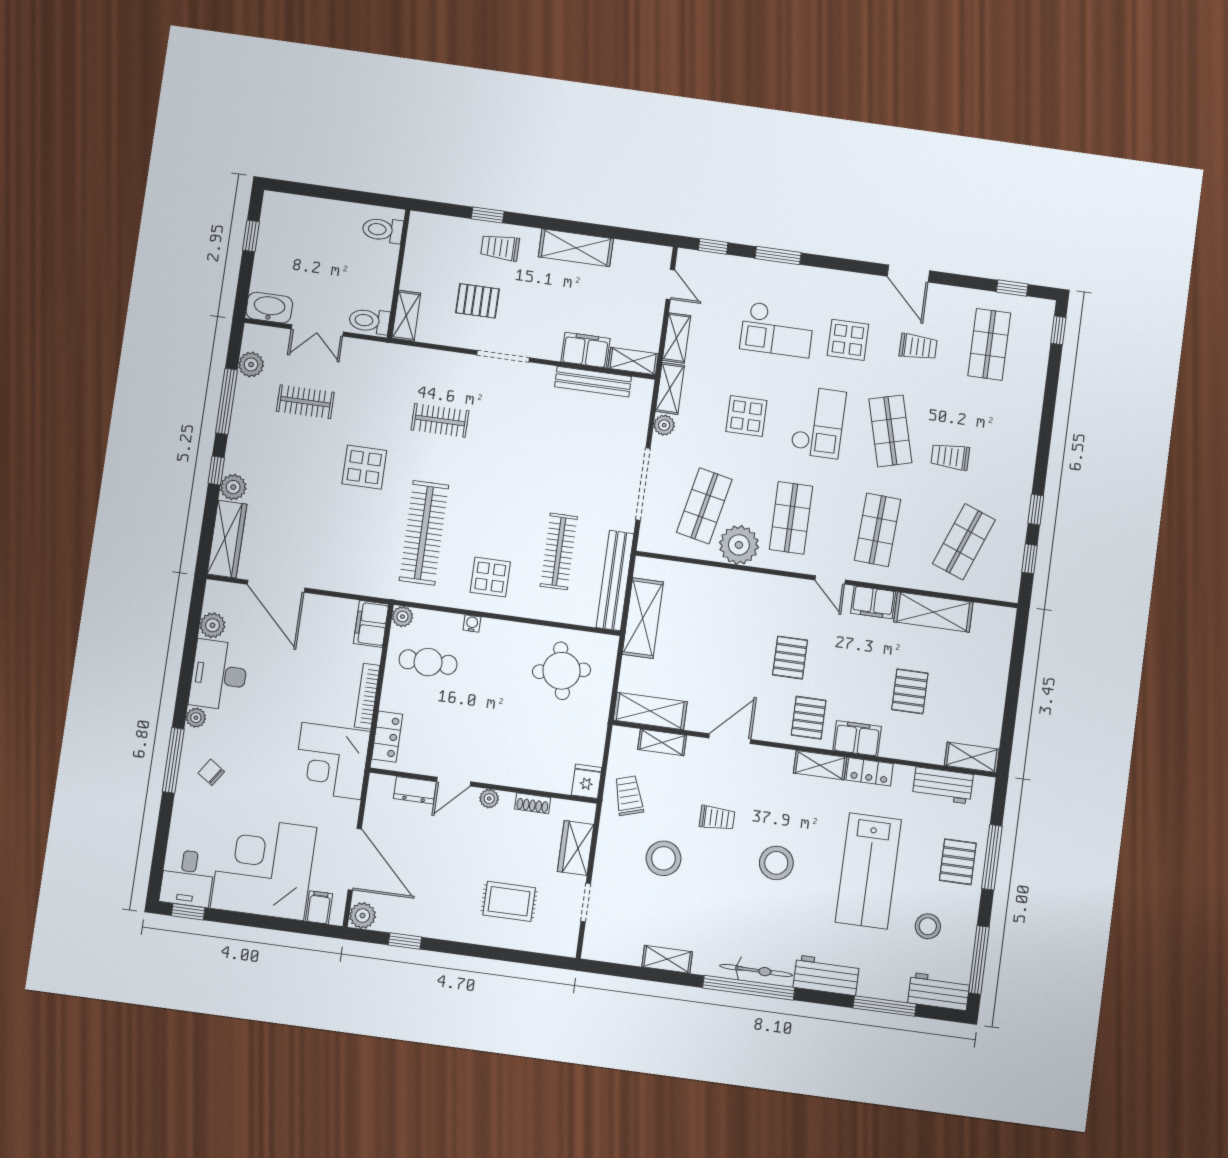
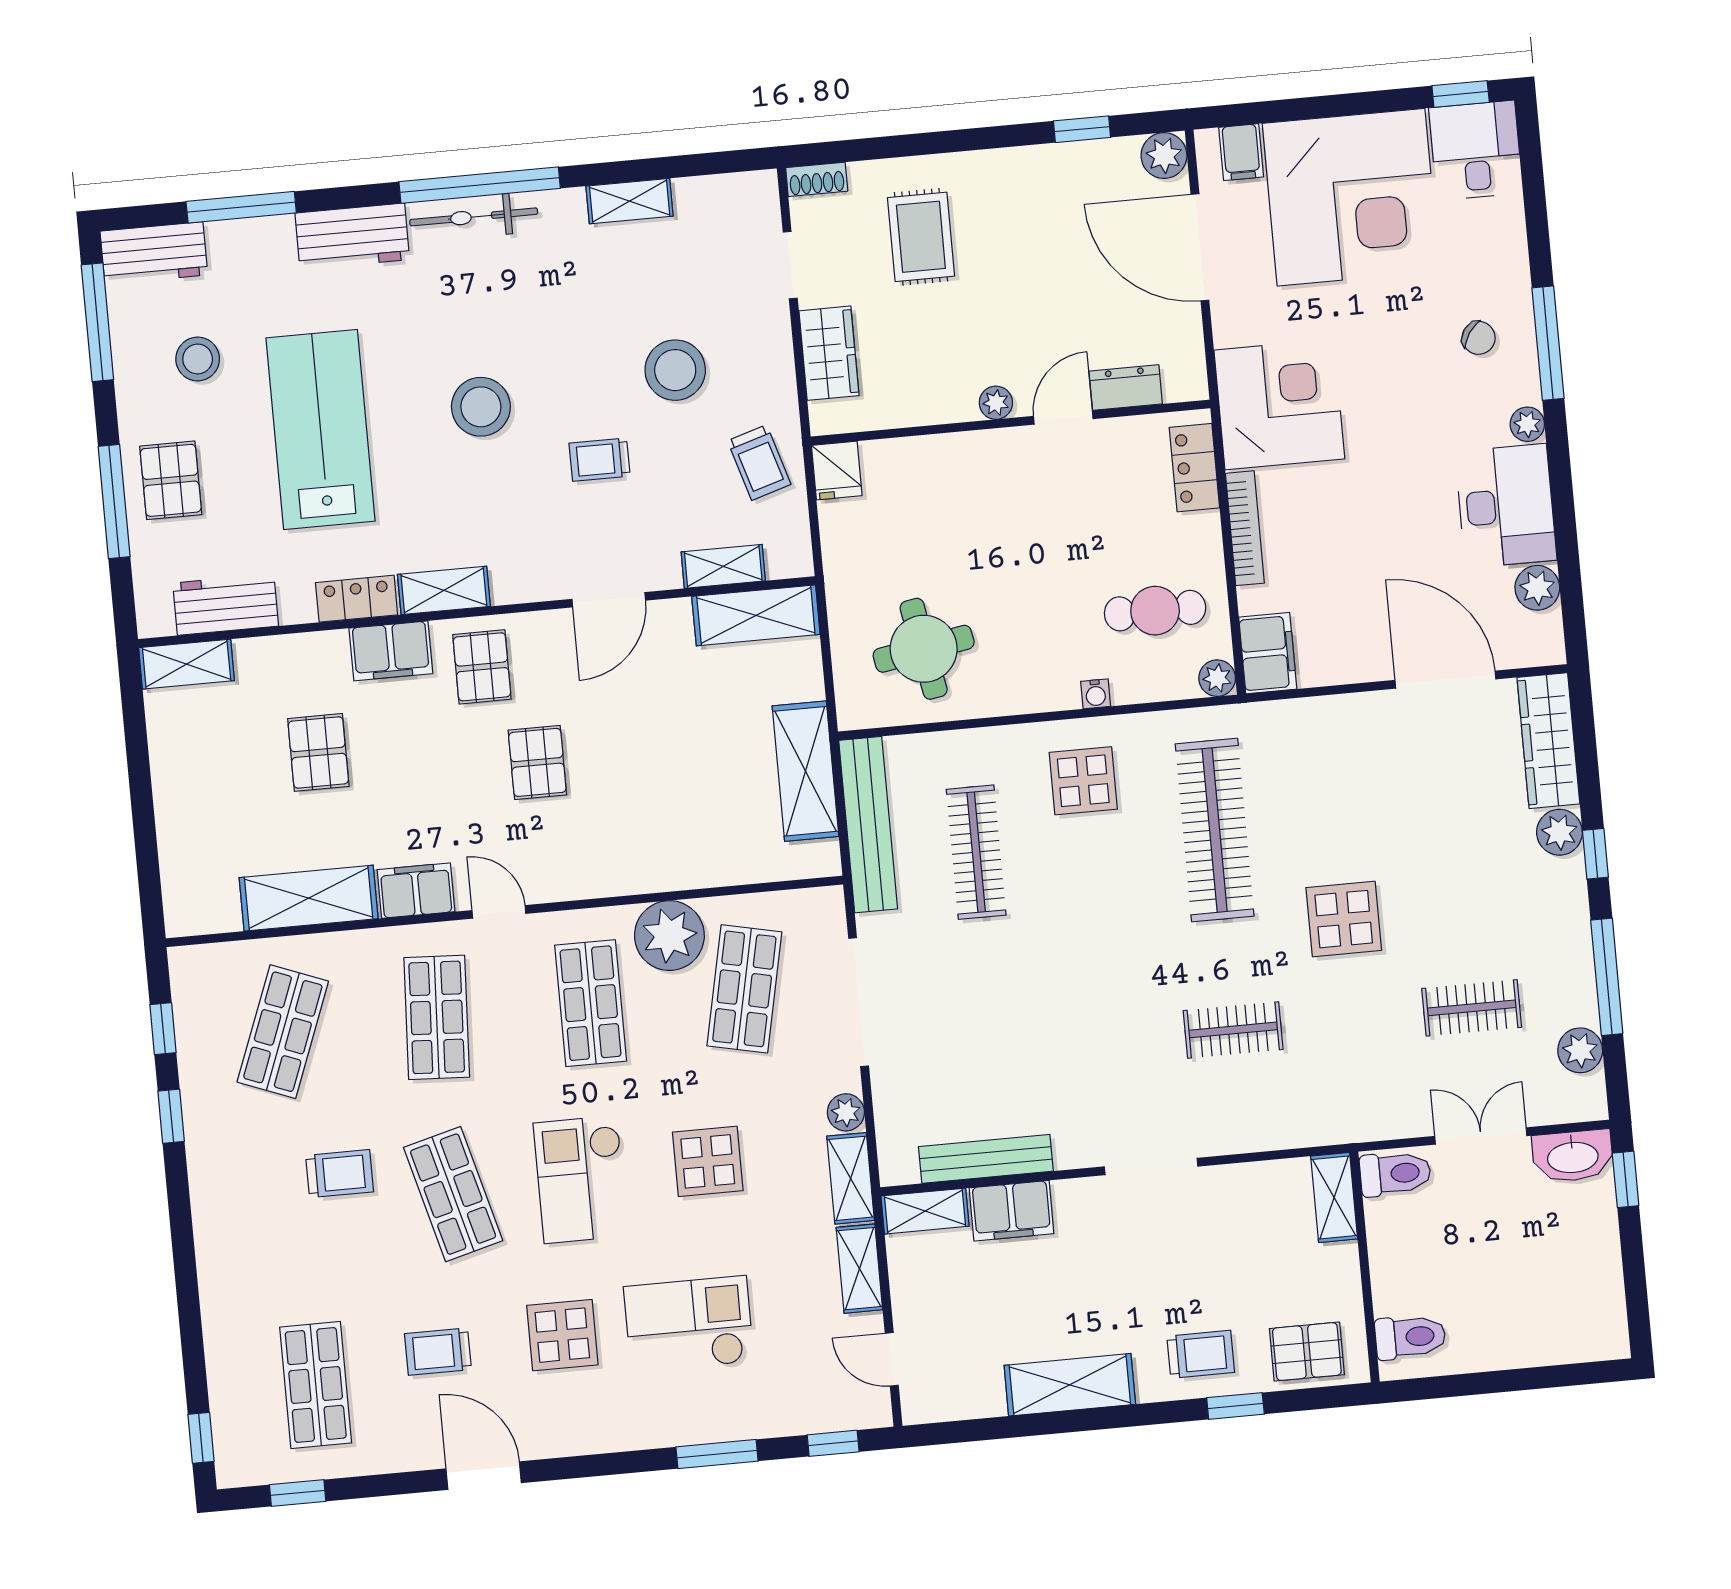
window: (251, 236) -> (1626, 1179), moved
pallet: (477, 301) -> (1307, 1352), moved
shoe rack: (533, 803) -> (817, 179), moved, turned 180
rug: (509, 901) -> (921, 237), turned 90

